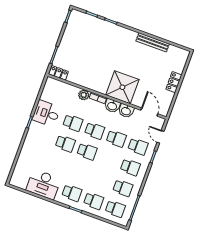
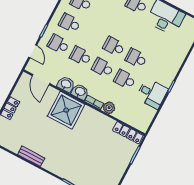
bench: (153, 42) -> (31, 156), width x0.73
locker: (59, 73) -> (128, 133), width x1.53

